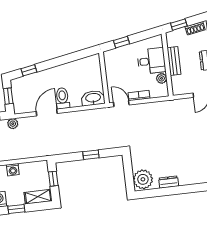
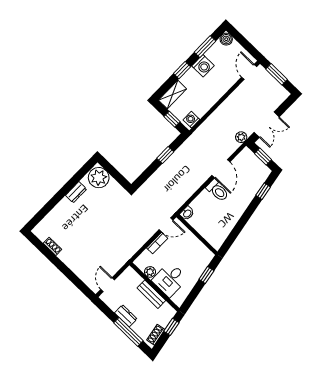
washbasin: (93, 98) -> (187, 213), width x0.52, depth x0.69
window: (91, 155) -> (165, 155), moved
washing machine: (13, 170) -> (191, 120), moved

